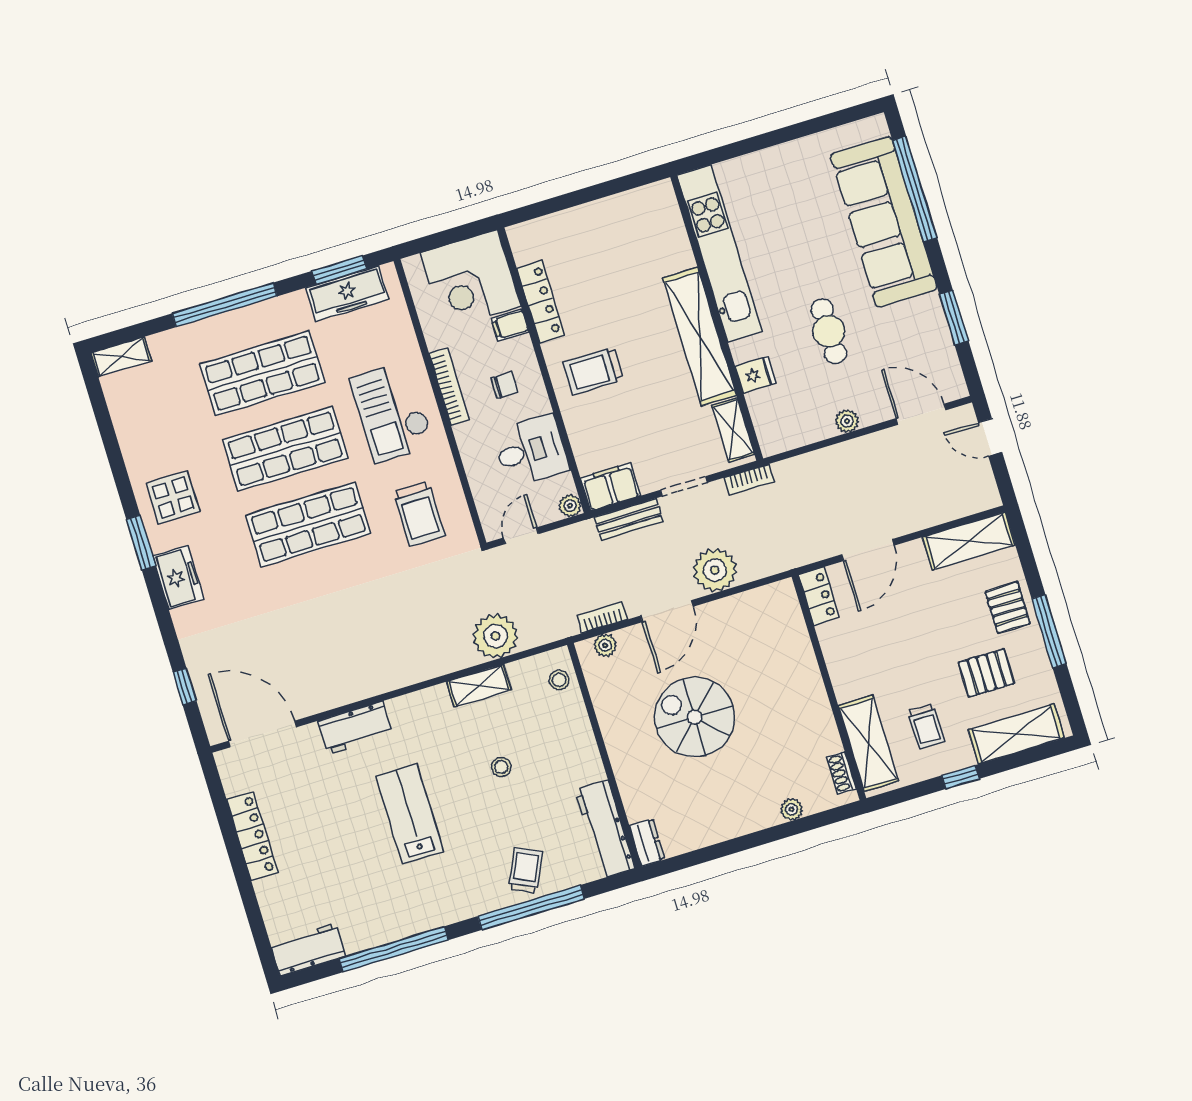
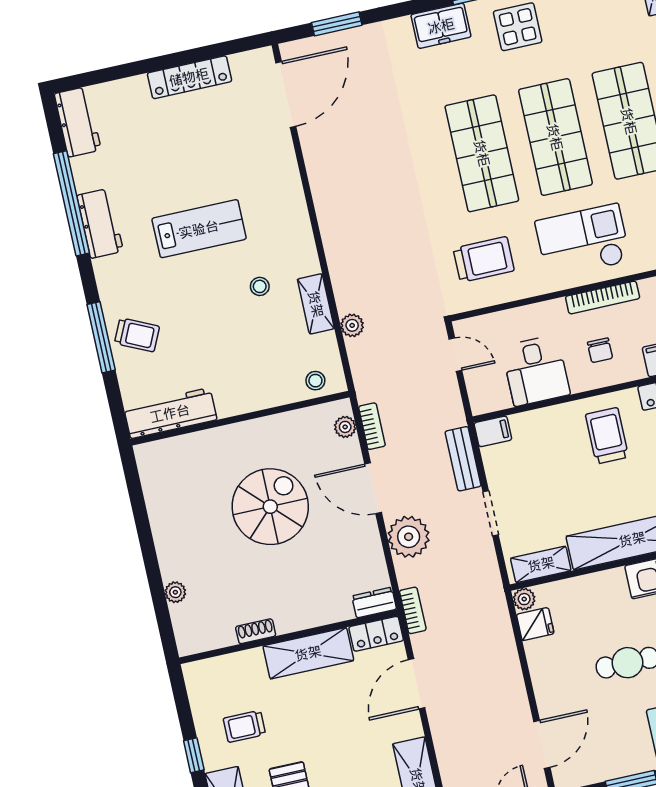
fridge: (755, 375) -> (535, 624), moved, turned -90
plant: (847, 421) -> (524, 599), moved
bookcase: (749, 480) -> (413, 610), moved, turned 180
filing cabinet: (610, 487) -> (493, 431), width x0.50
plant: (570, 506) -> (481, 404), removed
trolley: (419, 514) -> (484, 259), turned 180
door: (868, 550) -> (417, 684), hinge flipped
plant: (495, 636) -> (352, 325), width x0.53, depth x0.53
window: (185, 686) -> (337, 24), width x1.50
workbench: (355, 728) -> (100, 223), moved, turned 180
shelving: (868, 743) -> (308, 653), moved
stool: (501, 767) -> (260, 286), moved
shoe rack: (841, 773) -> (256, 631), moved
dresser: (647, 842) -> (374, 603), moved, turned 180
window: (531, 908) -> (101, 337), width x0.68

